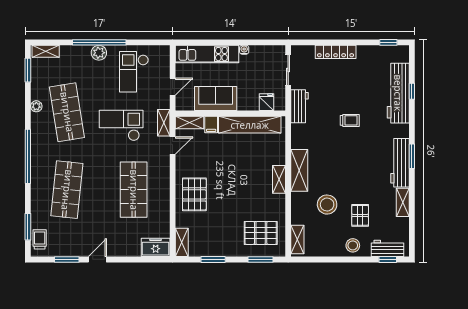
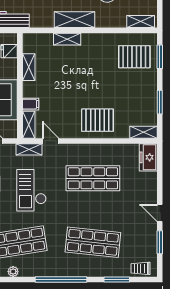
shelving: (250, 125) -> (29, 67), width x0.45, depth x0.75
shelving: (279, 179) -> (67, 39), moved
window: (28, 227) -> (117, 280), moved
pallet: (261, 233) -> (134, 57), turned 90

